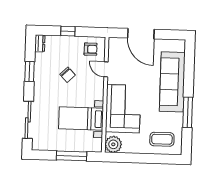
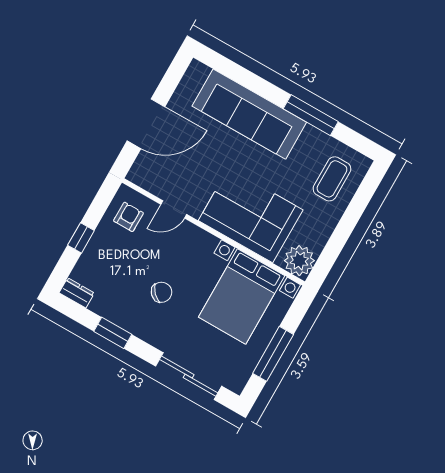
chair: (68, 75) -> (162, 292), moved
bed with nightstands: (81, 119) -> (242, 296), width x1.36
window: (71, 156) -> (273, 354), moved

